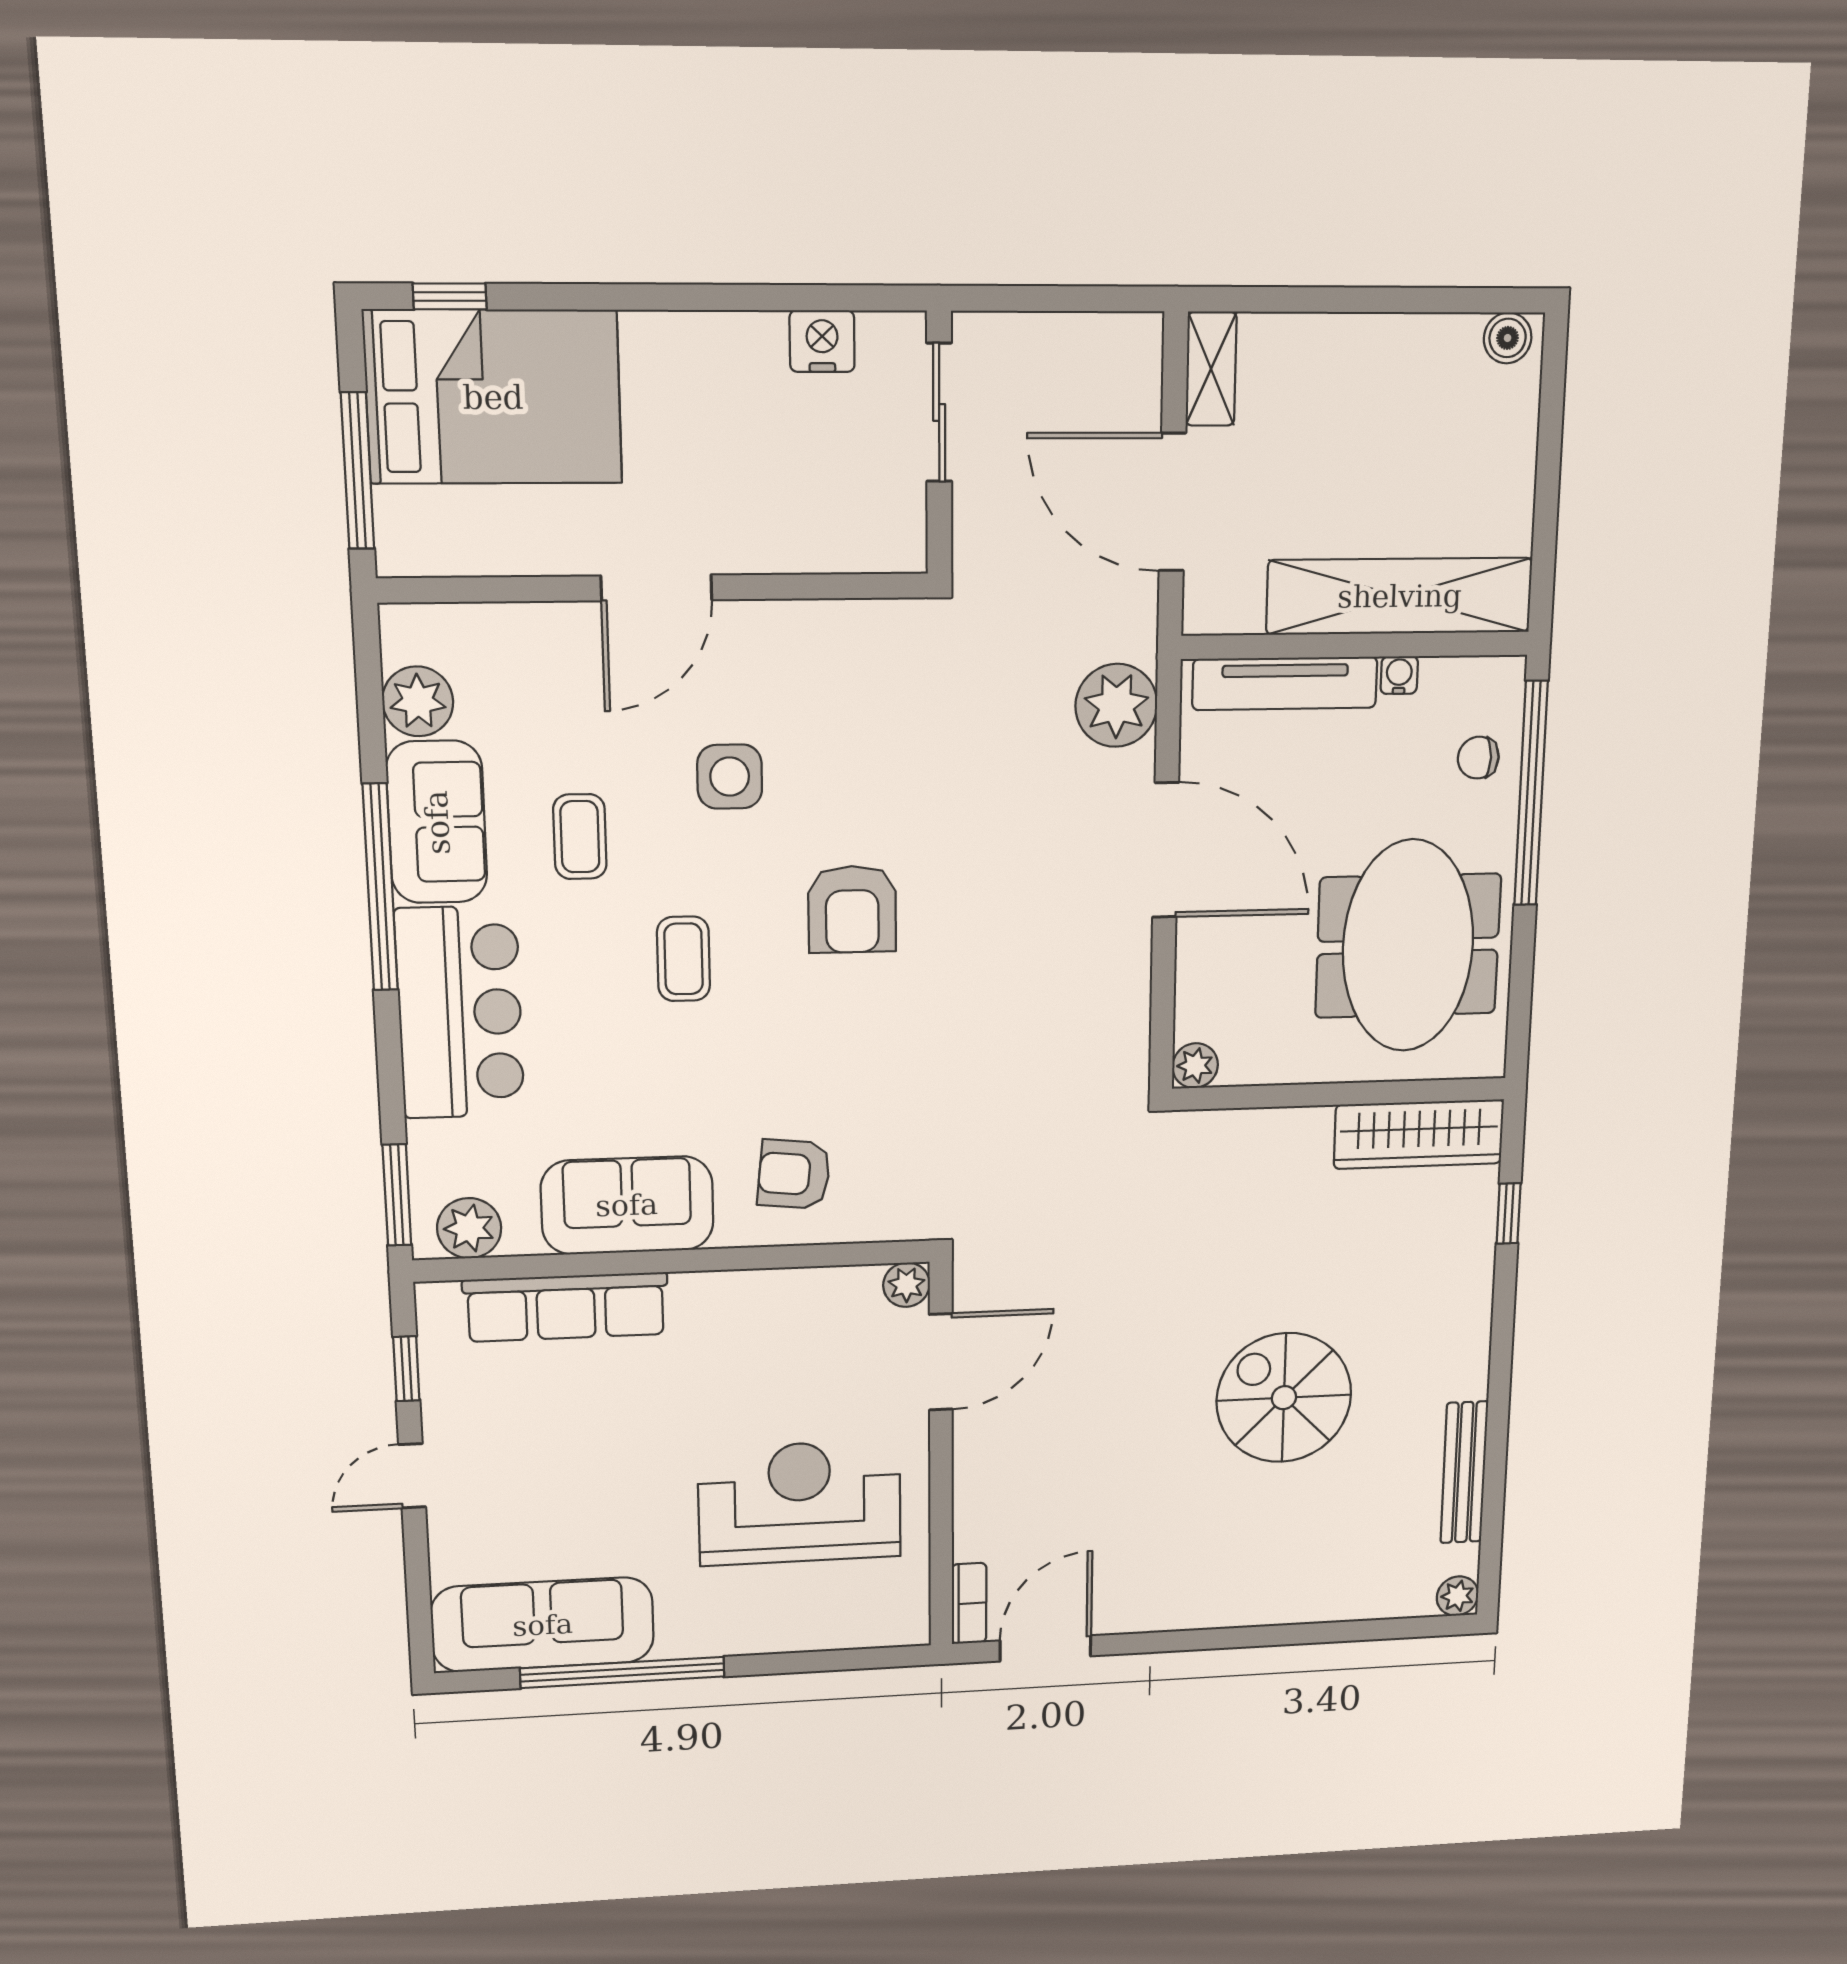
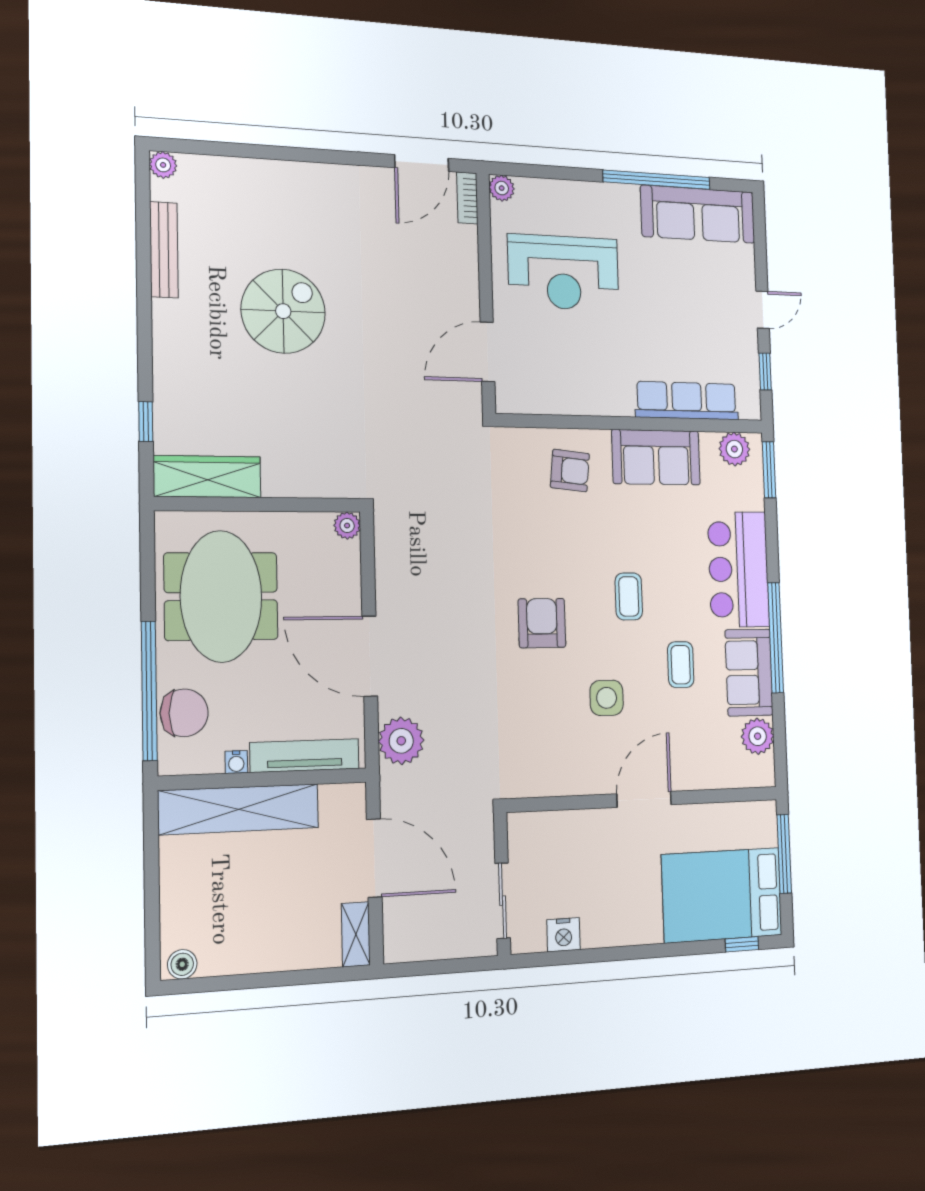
chair: (1478, 758) -> (184, 713), width x1.87, depth x1.87
plant: (906, 1285) -> (502, 188), moved
spiral stairs: (1284, 1398) -> (283, 311), turned -90

